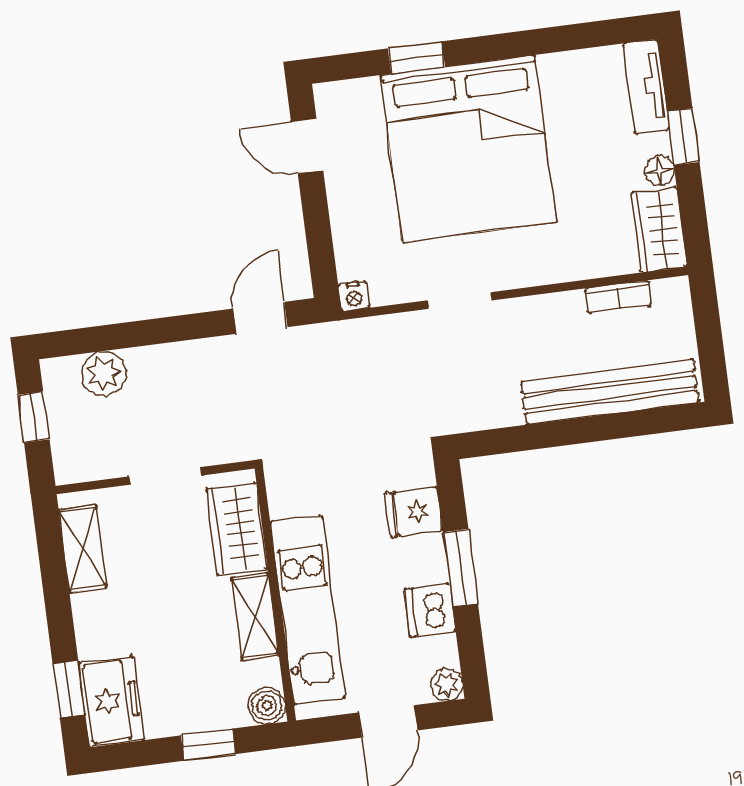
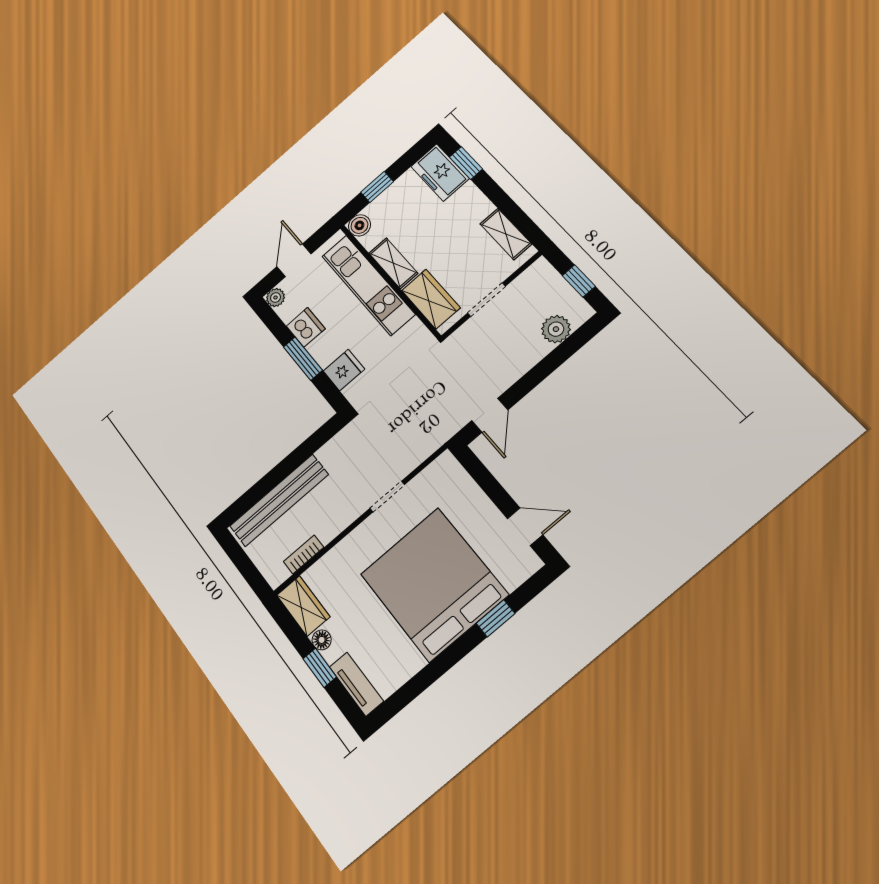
nightstand: (354, 296) -> (446, 461), removed

